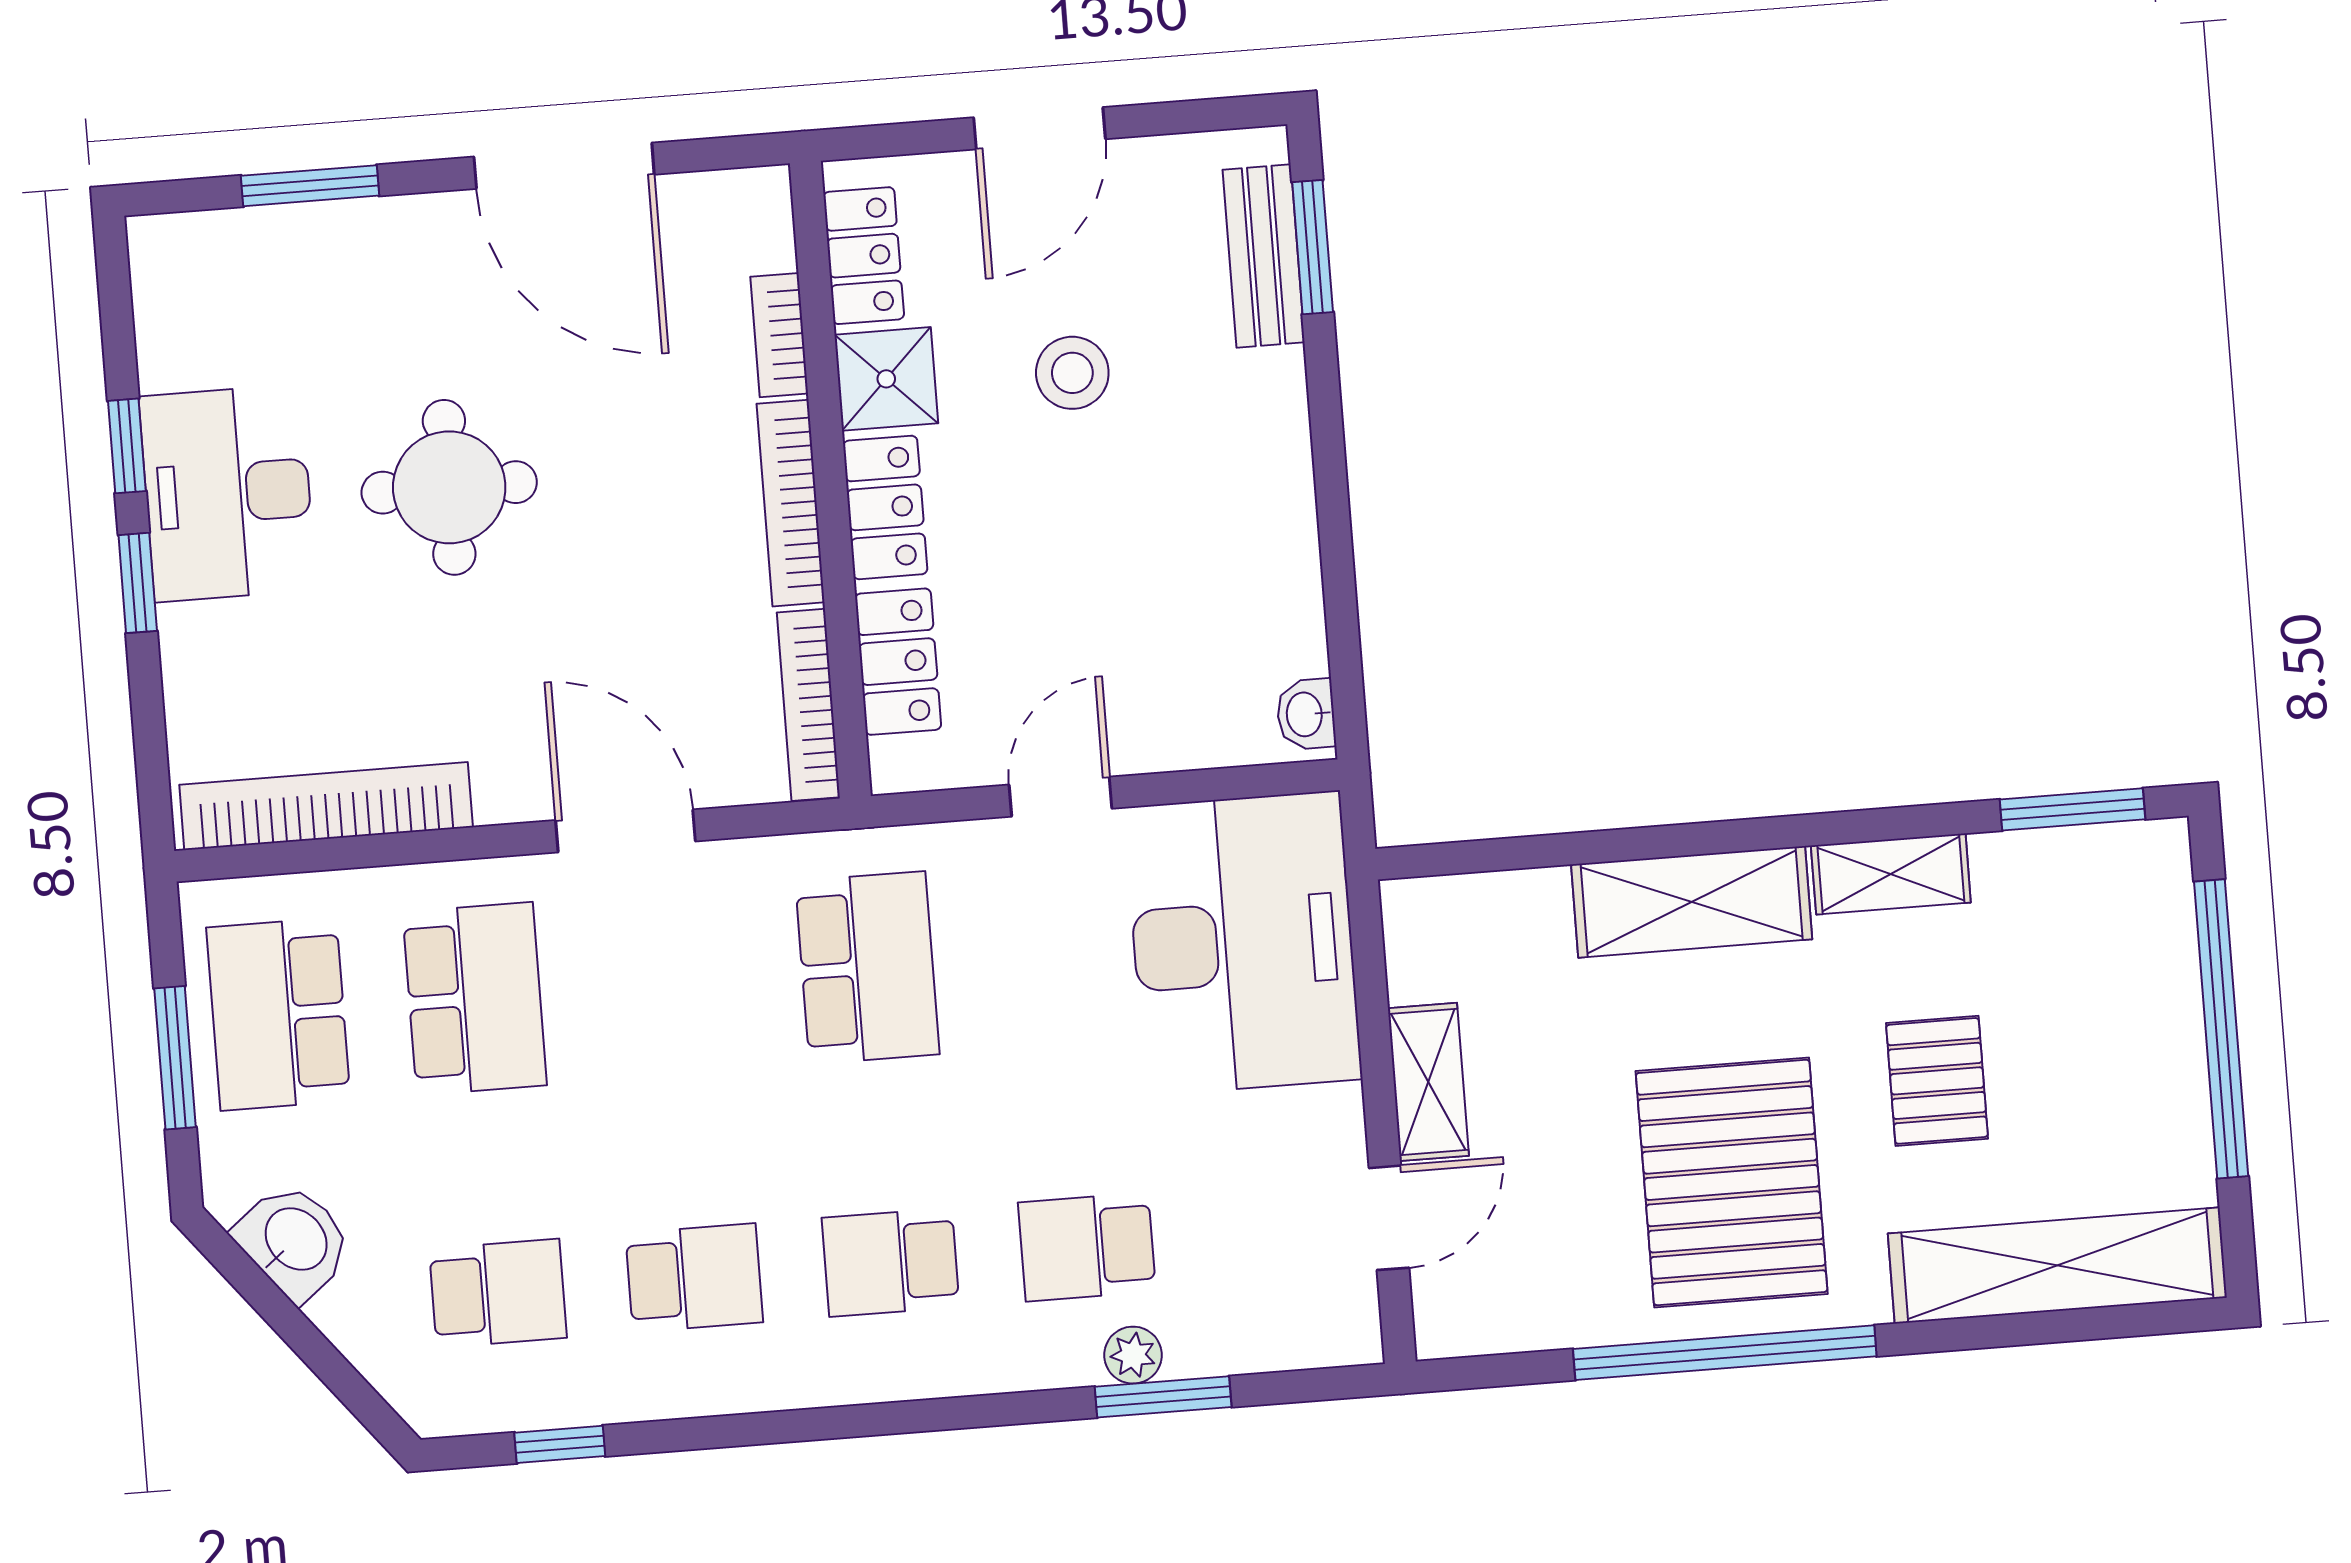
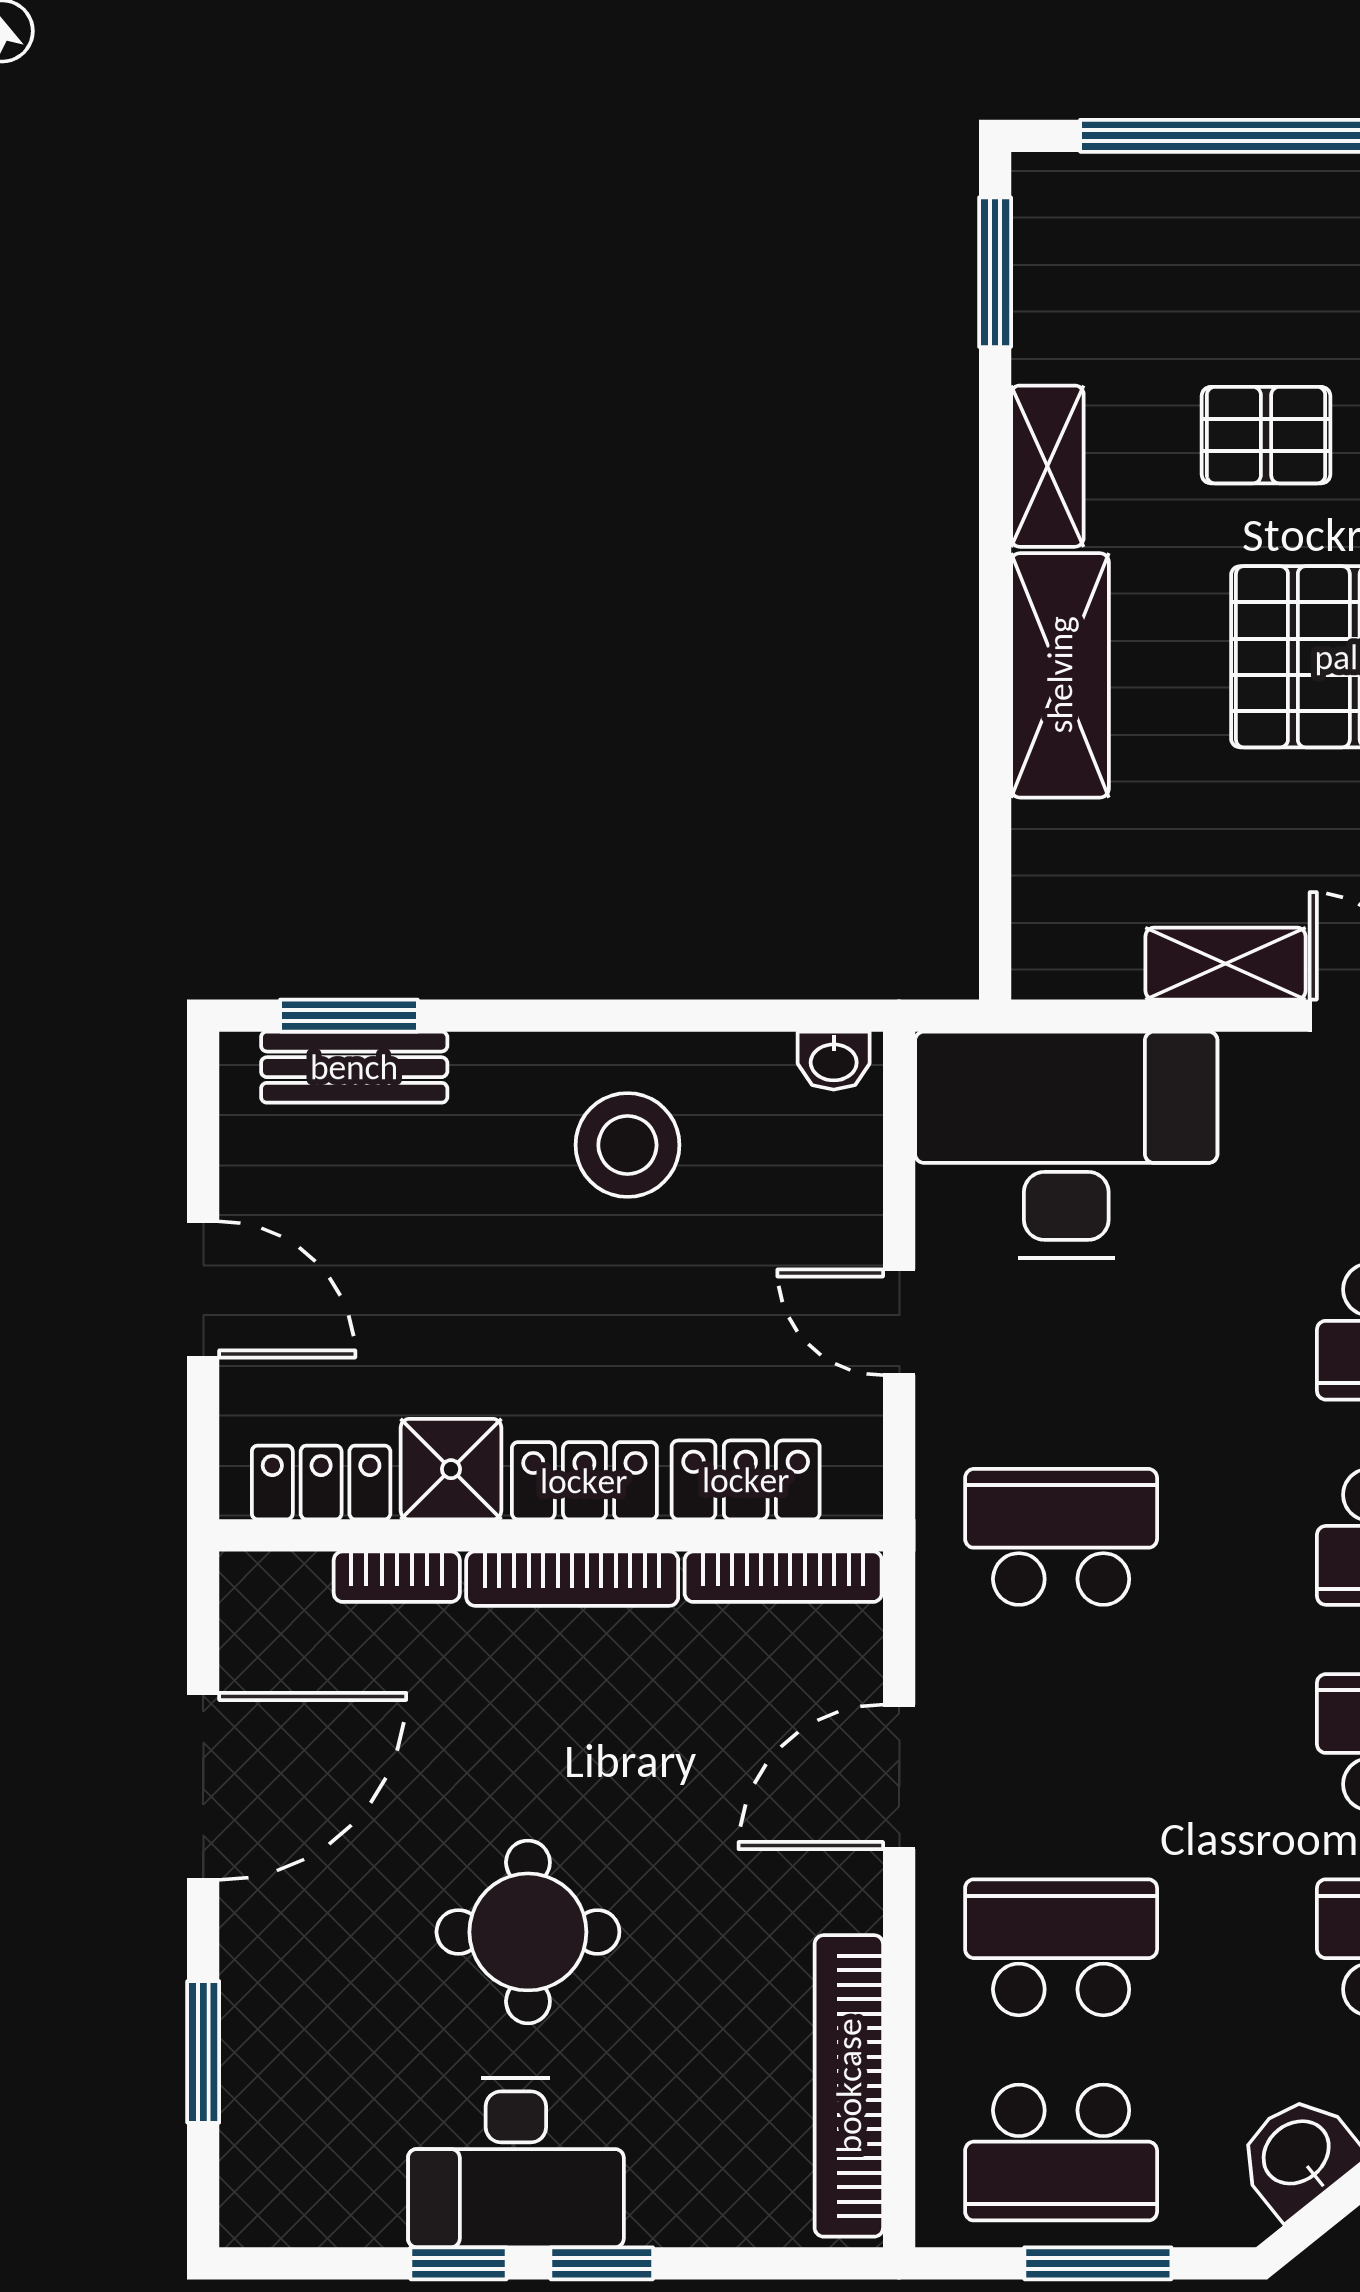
stool: (1072, 373) -> (627, 1145), moved, width x1.38, depth x1.38

